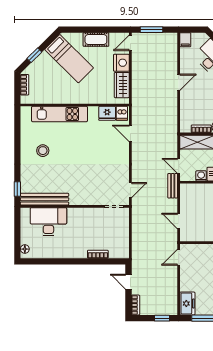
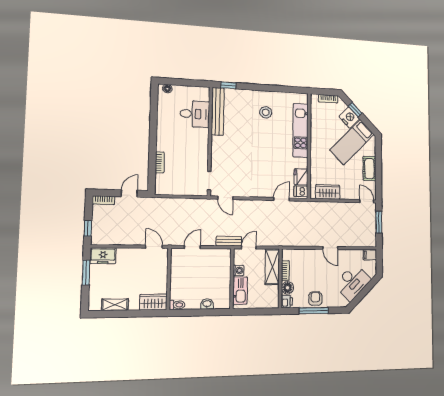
nightstand: (121, 63) -> (349, 118), moved, turned -135
desk: (48, 222) -> (195, 114), width x0.73

